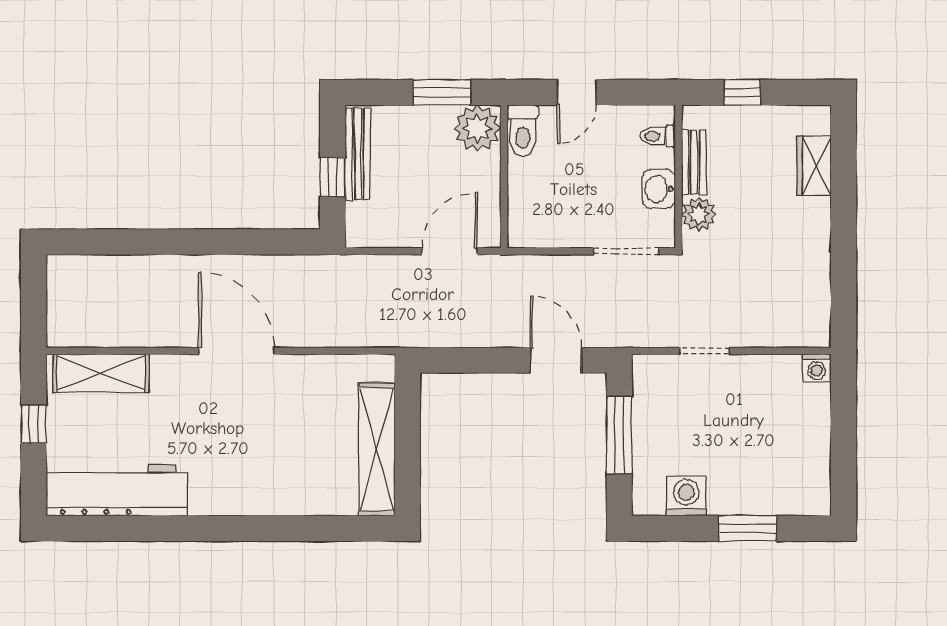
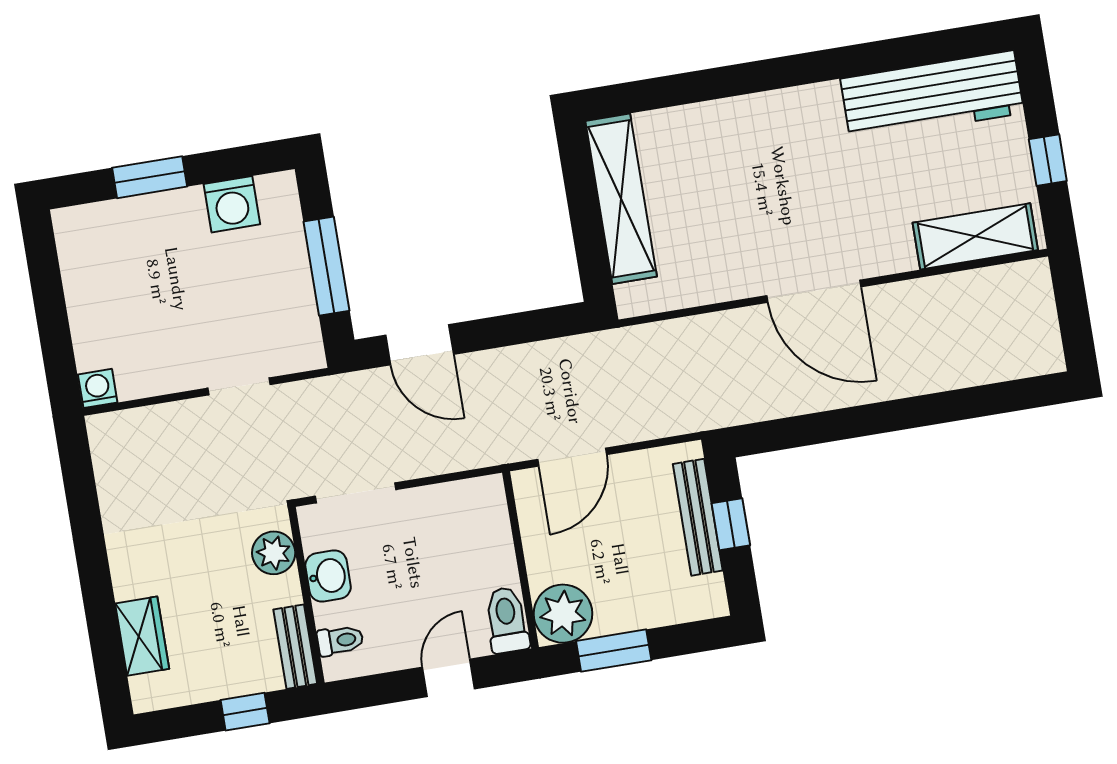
bench: (358, 154) -> (698, 517), moved
bench: (694, 162) -> (295, 647), moved

